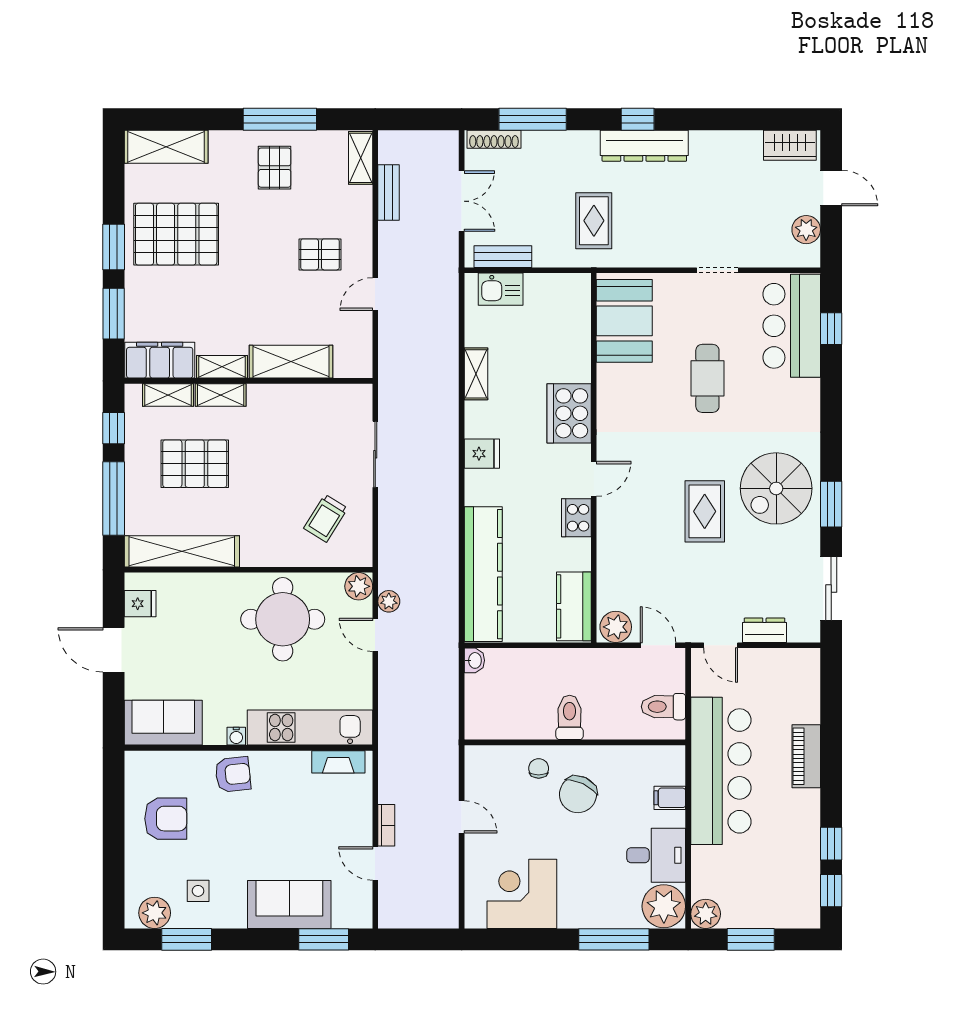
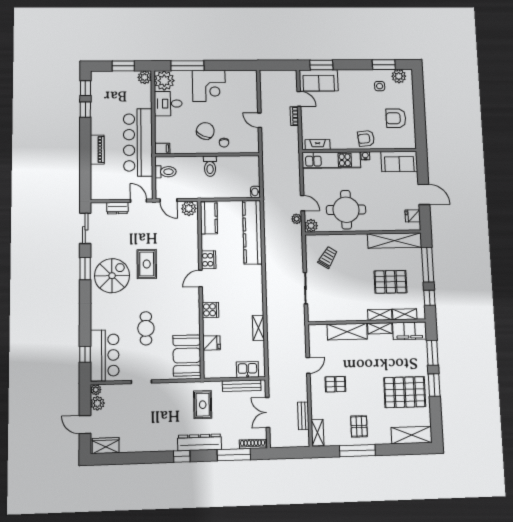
dresser: (644, 146) -> (200, 442), moved
bench: (503, 257) -> (242, 386), width x1.36
plant: (810, 257) -> (96, 390), added
cooker: (569, 413) -> (210, 310), width x0.53, depth x0.76
fridge: (482, 454) -> (211, 343), moved, turned 180
filing cabinet: (670, 798) -> (162, 149), moved
corner desk: (522, 894) -> (209, 86), moved
sofa: (289, 905) -> (319, 80), moved

